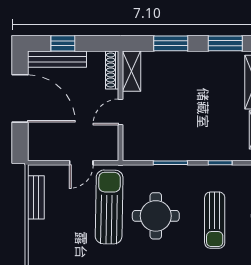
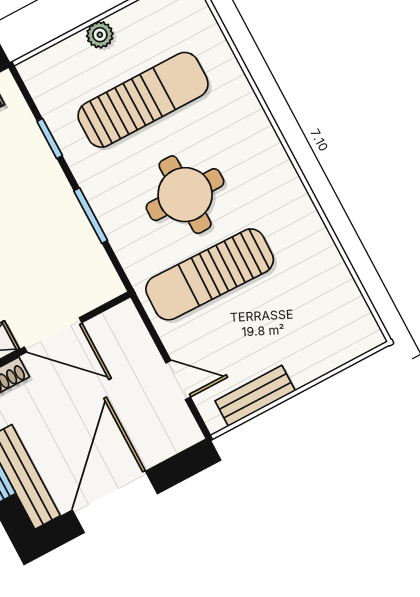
door: (121, 112) -> (53, 335), width x1.38
door: (81, 163) -> (178, 380), moved
sun lounger: (215, 220) -> (143, 100), width x1.36, depth x1.34

